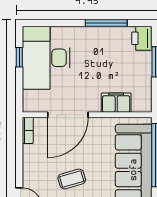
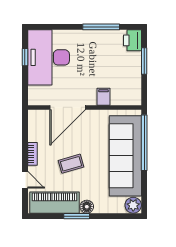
filing cabinet: (116, 103) -> (104, 97), width x0.50
bookcase: (28, 130) -> (32, 154), moved

